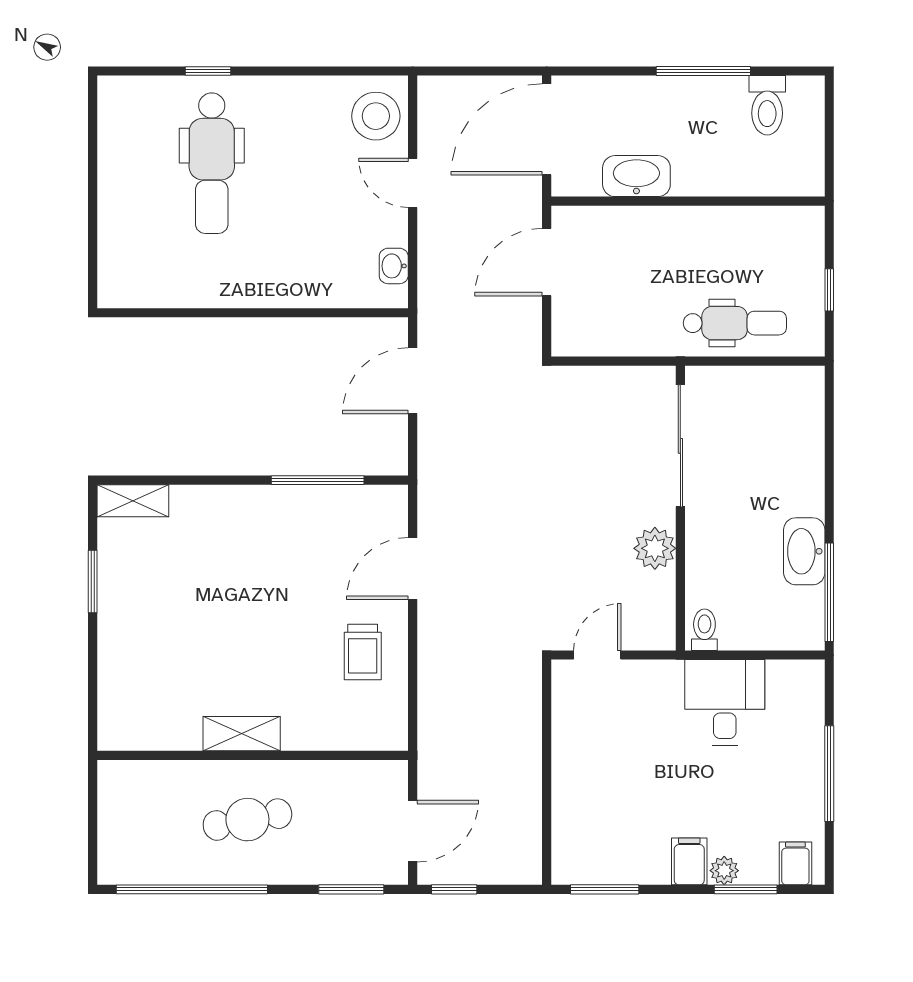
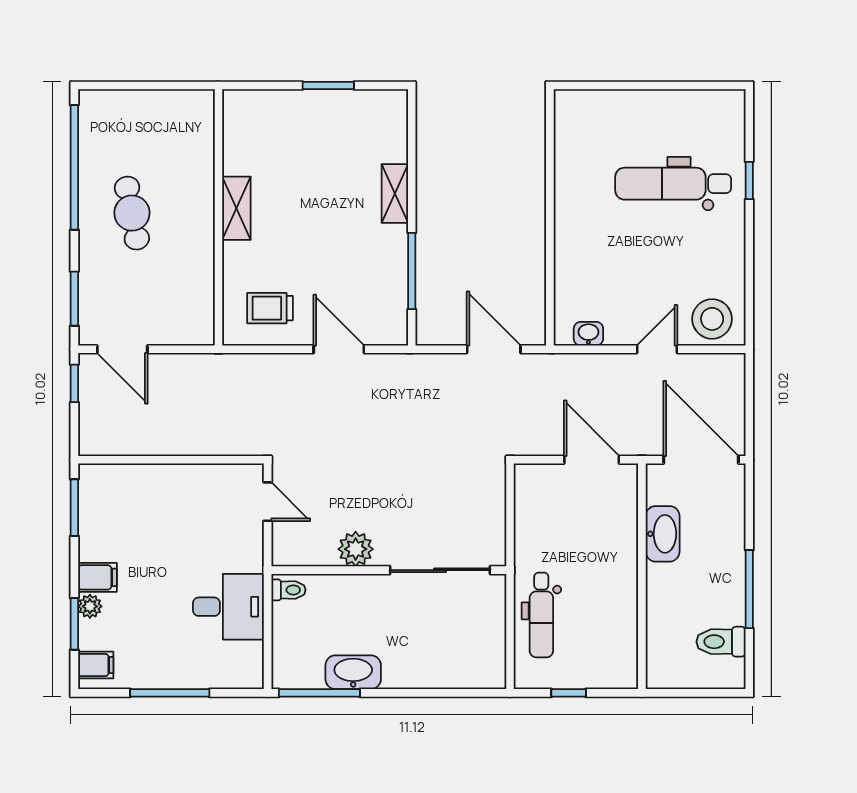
shelving: (133, 501) -> (395, 193), moved
shelving: (242, 734) -> (236, 208), moved
wall: (253, 755) -> (219, 217), moved

